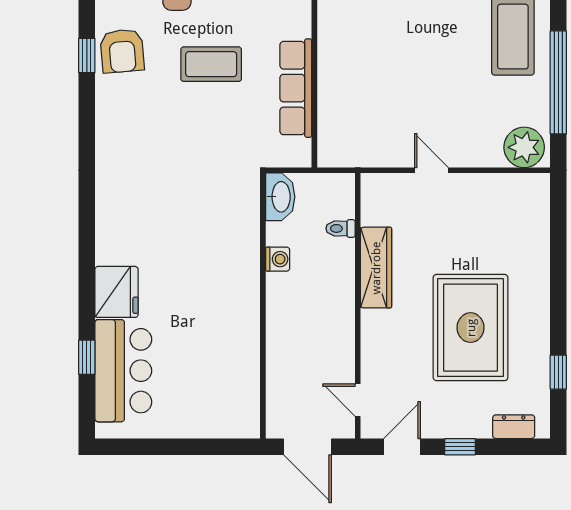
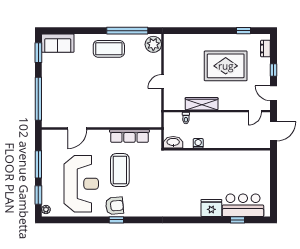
coffee table: (211, 64) -> (120, 170), width x1.36, depth x1.32

